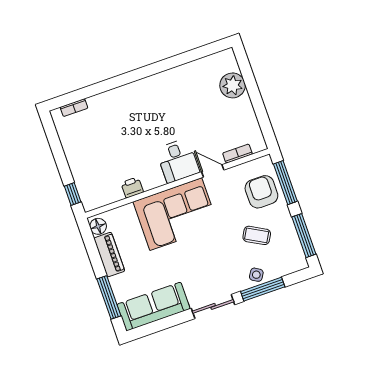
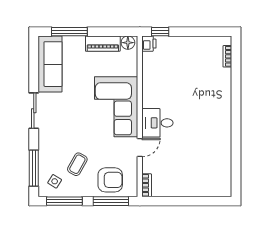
plant: (233, 85) -> (201, 186), removed
bookcase: (237, 154) -> (147, 185), moved
printer: (132, 187) -> (149, 44), moved
side table: (256, 275) -> (55, 181), moved
window: (263, 289) -> (34, 168), moved

